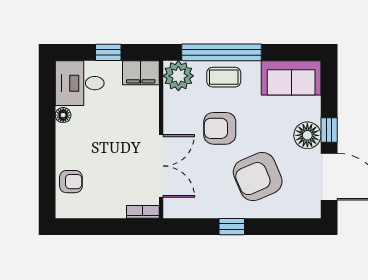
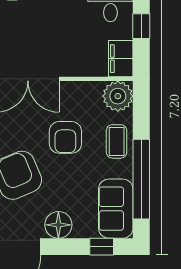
window: (221, 52) -> (141, 179), moved
armchair: (220, 128) -> (65, 137), turned 180
window: (329, 130) -> (102, 247), moved

